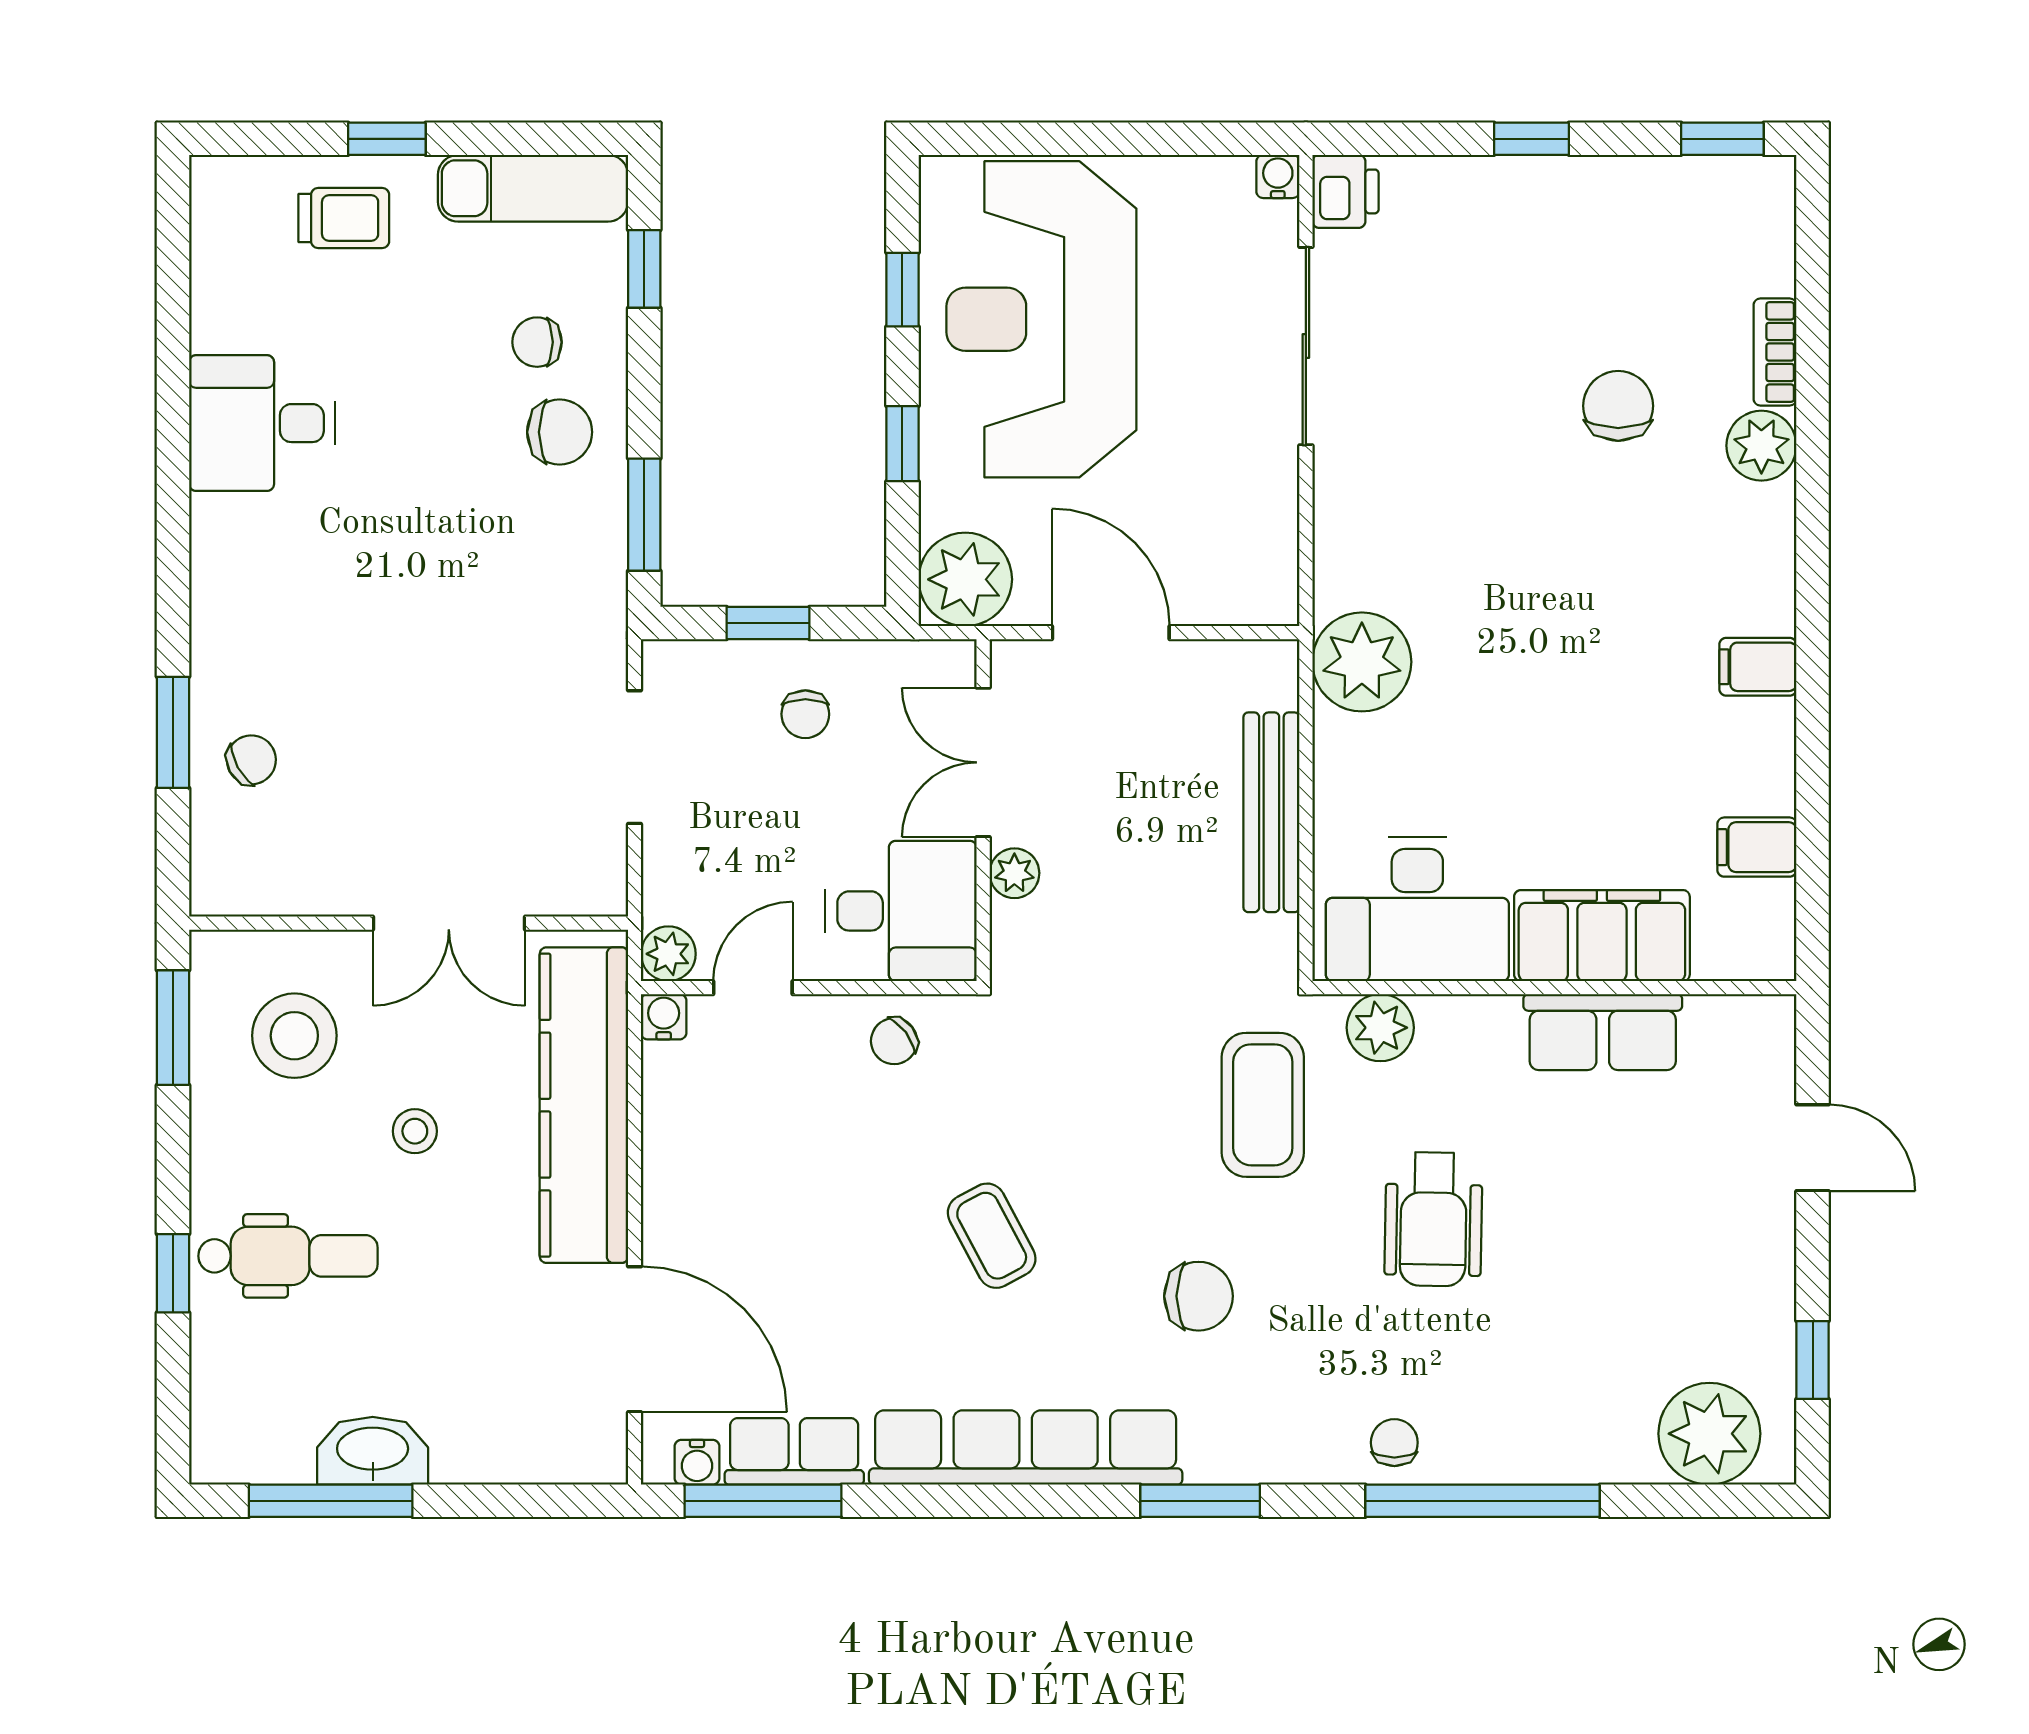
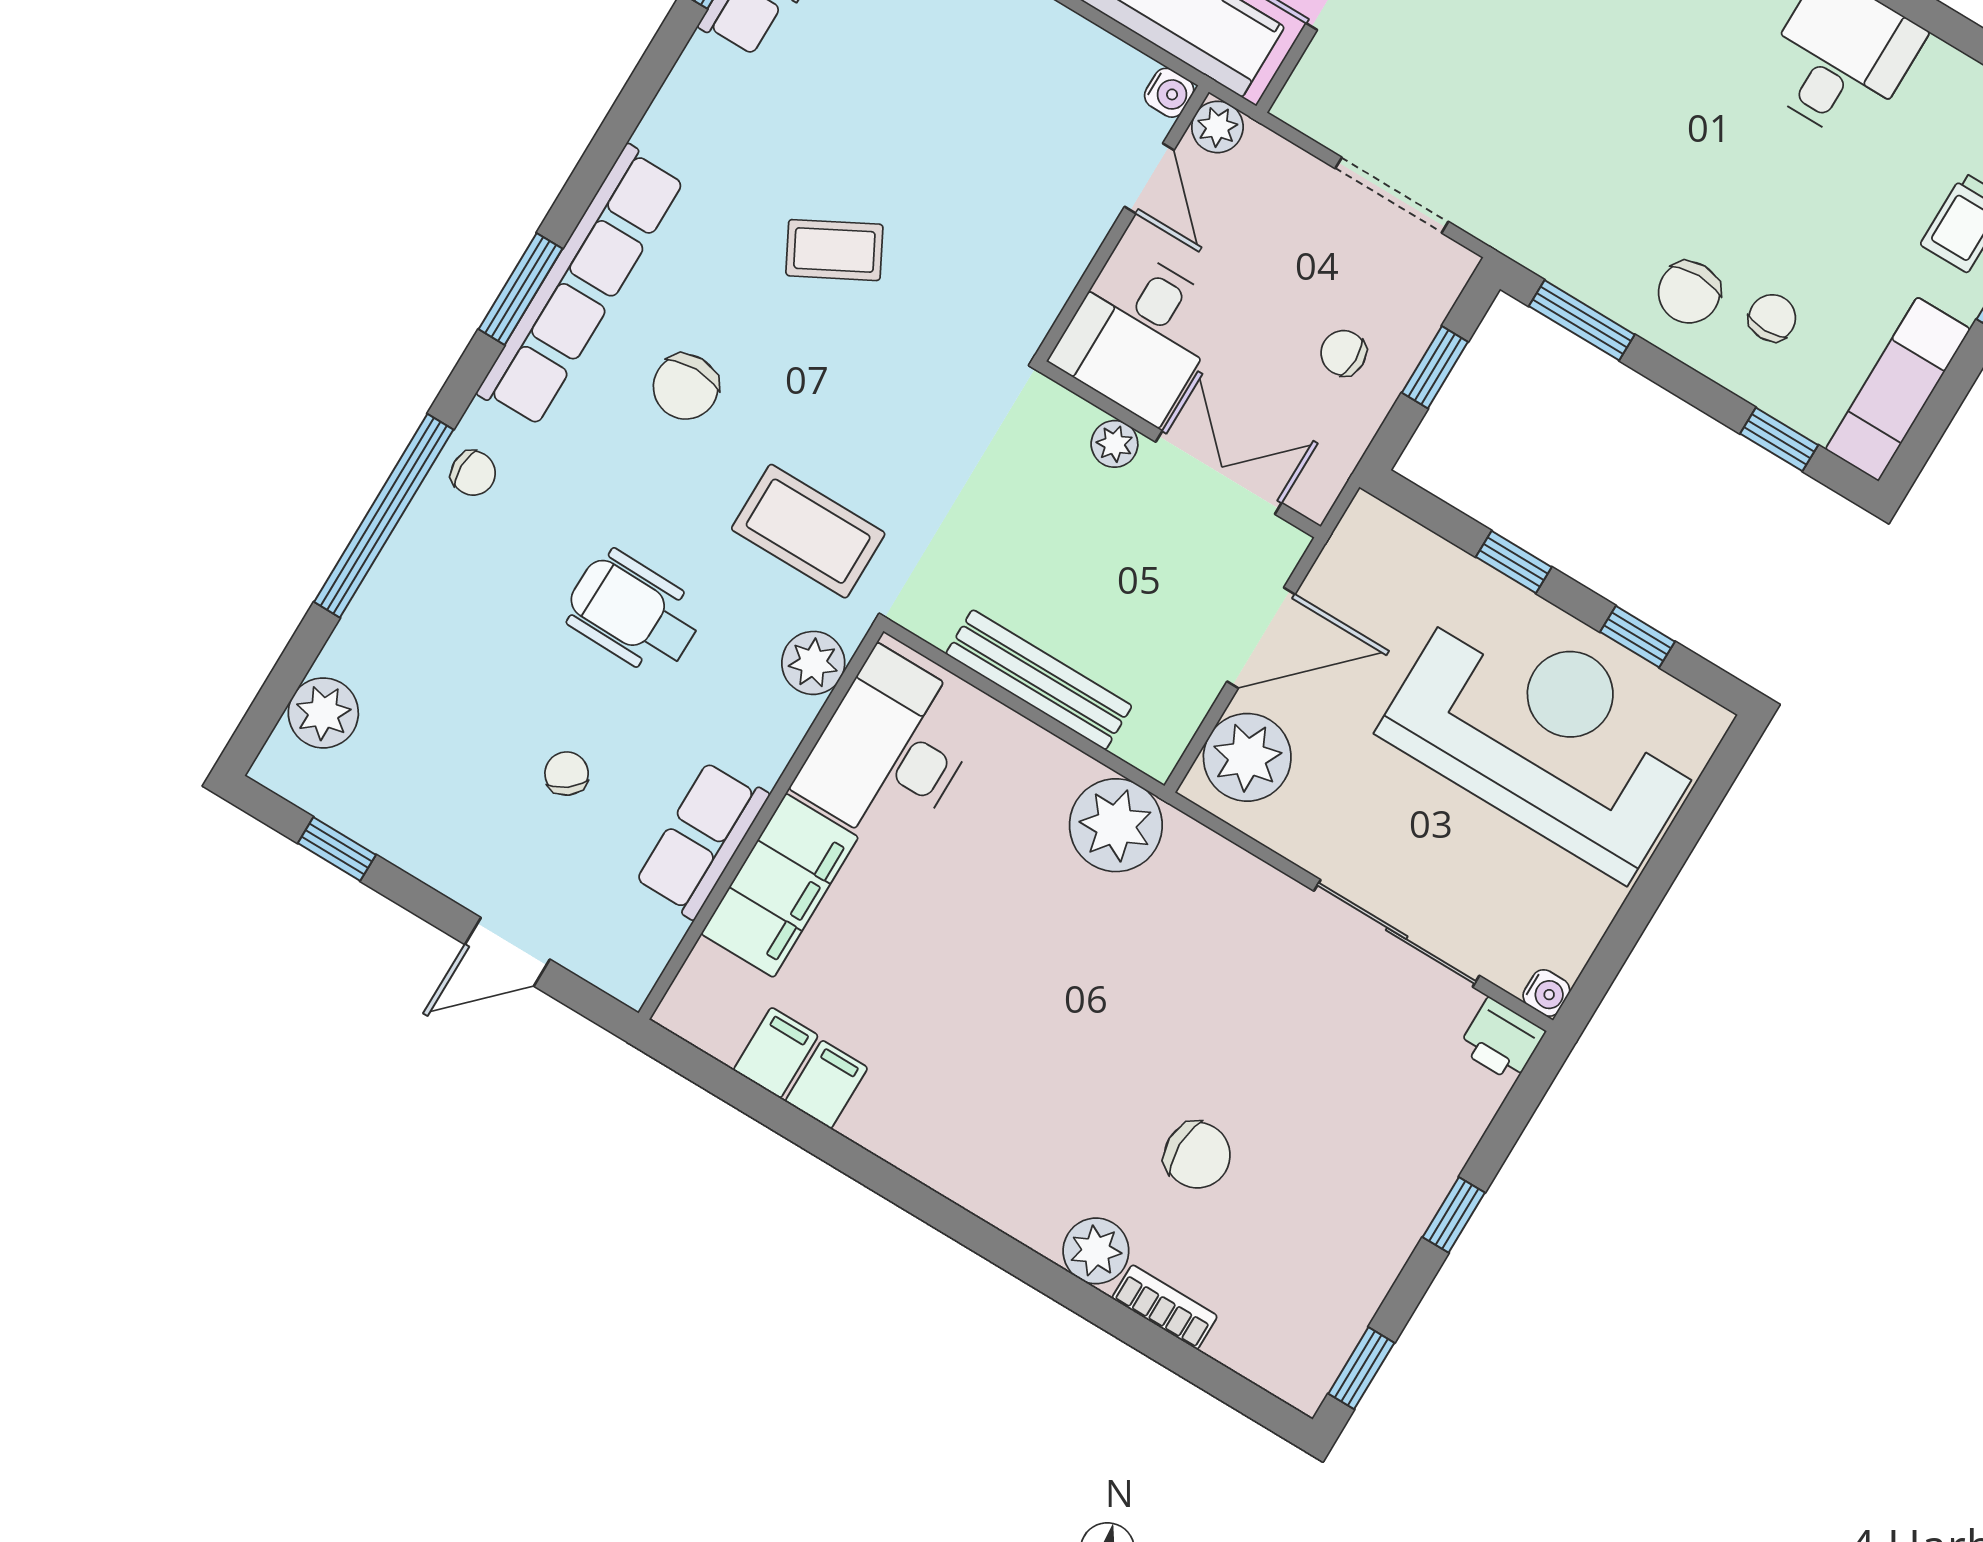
plant: (965, 579) -> (1247, 757), moved
filing cabinet: (1758, 667) -> (826, 1084), moved
chair: (894, 1041) -> (567, 774), moved
plant: (1709, 1434) -> (323, 713), width x0.73, depth x0.73
row of seats: (1026, 1448) -> (581, 286), moved

